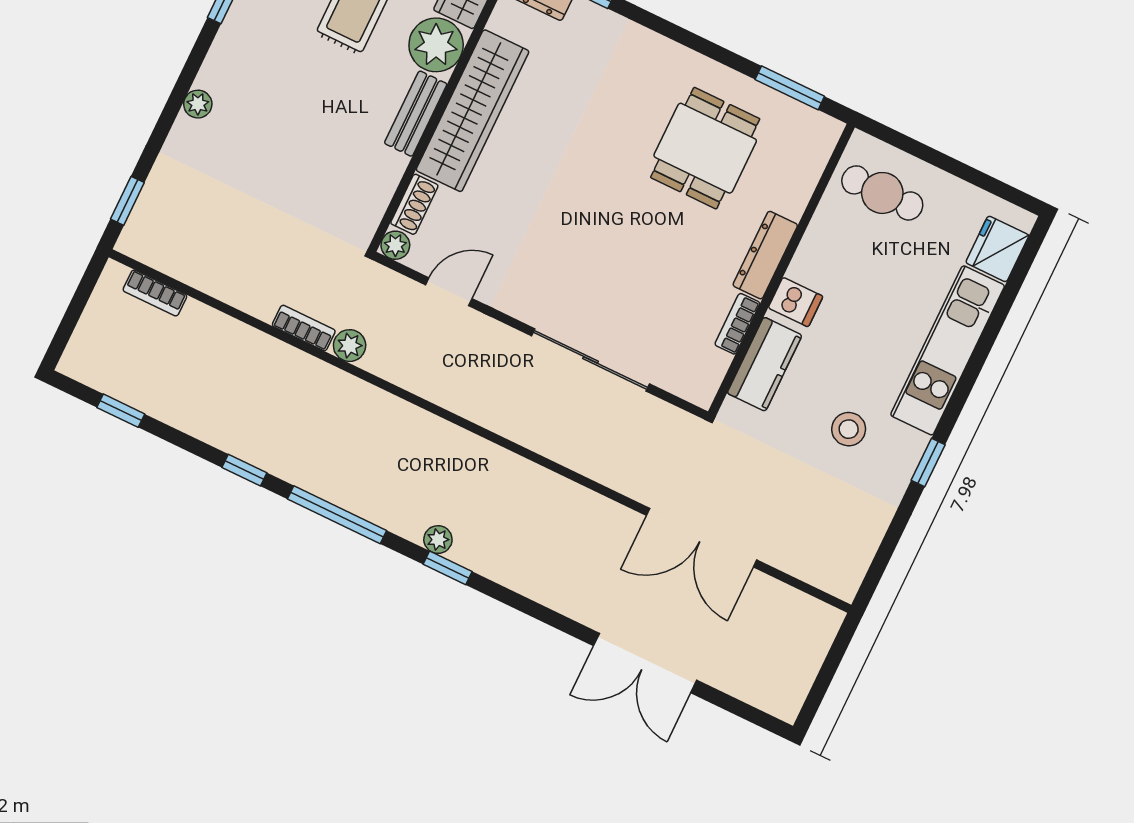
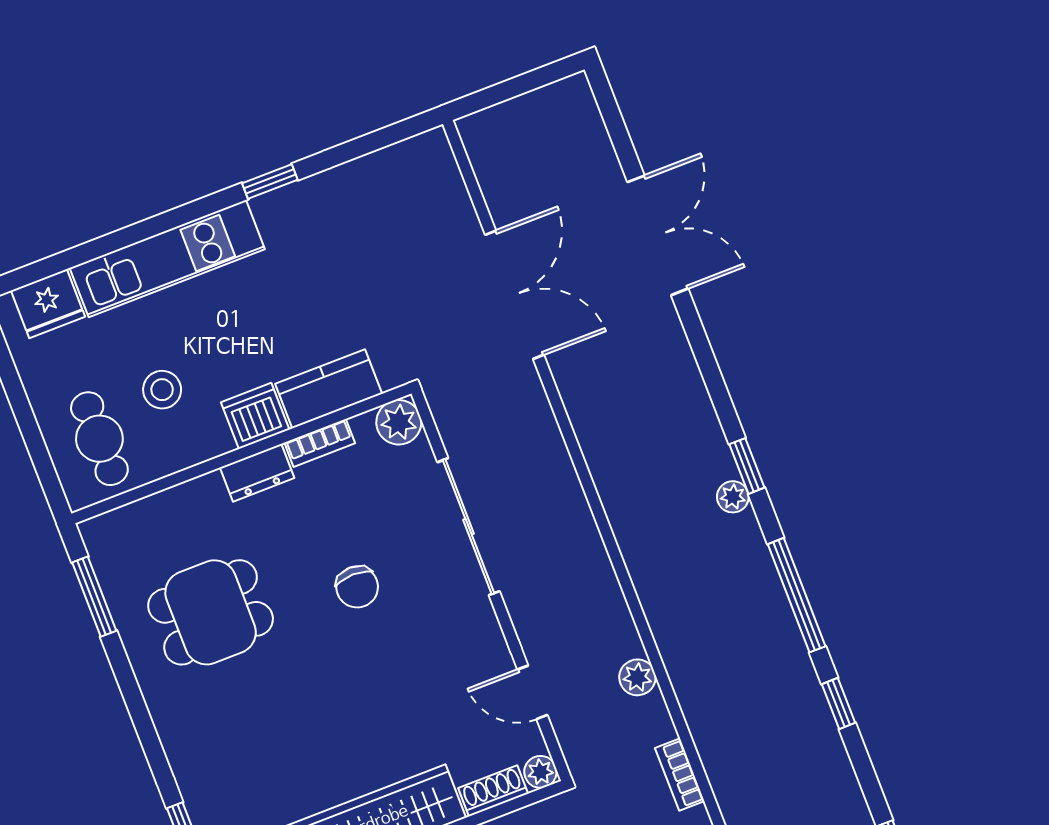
chair: (626, 254) -> (357, 587), added
dresser: (765, 255) -> (257, 473), width x0.70
dishwasher: (796, 302) -> (255, 416), width x1.38
plant: (350, 346) -> (637, 677), moved
plant: (699, 385) -> (399, 422), added
stool: (849, 429) -> (162, 390), moved

